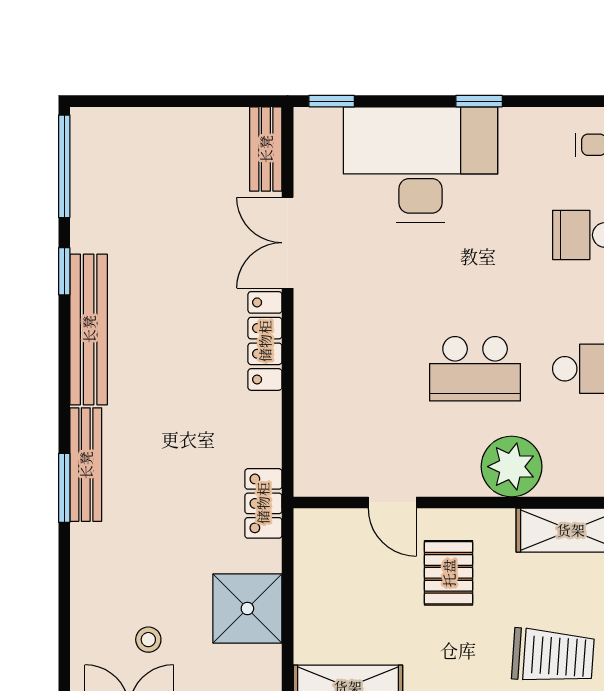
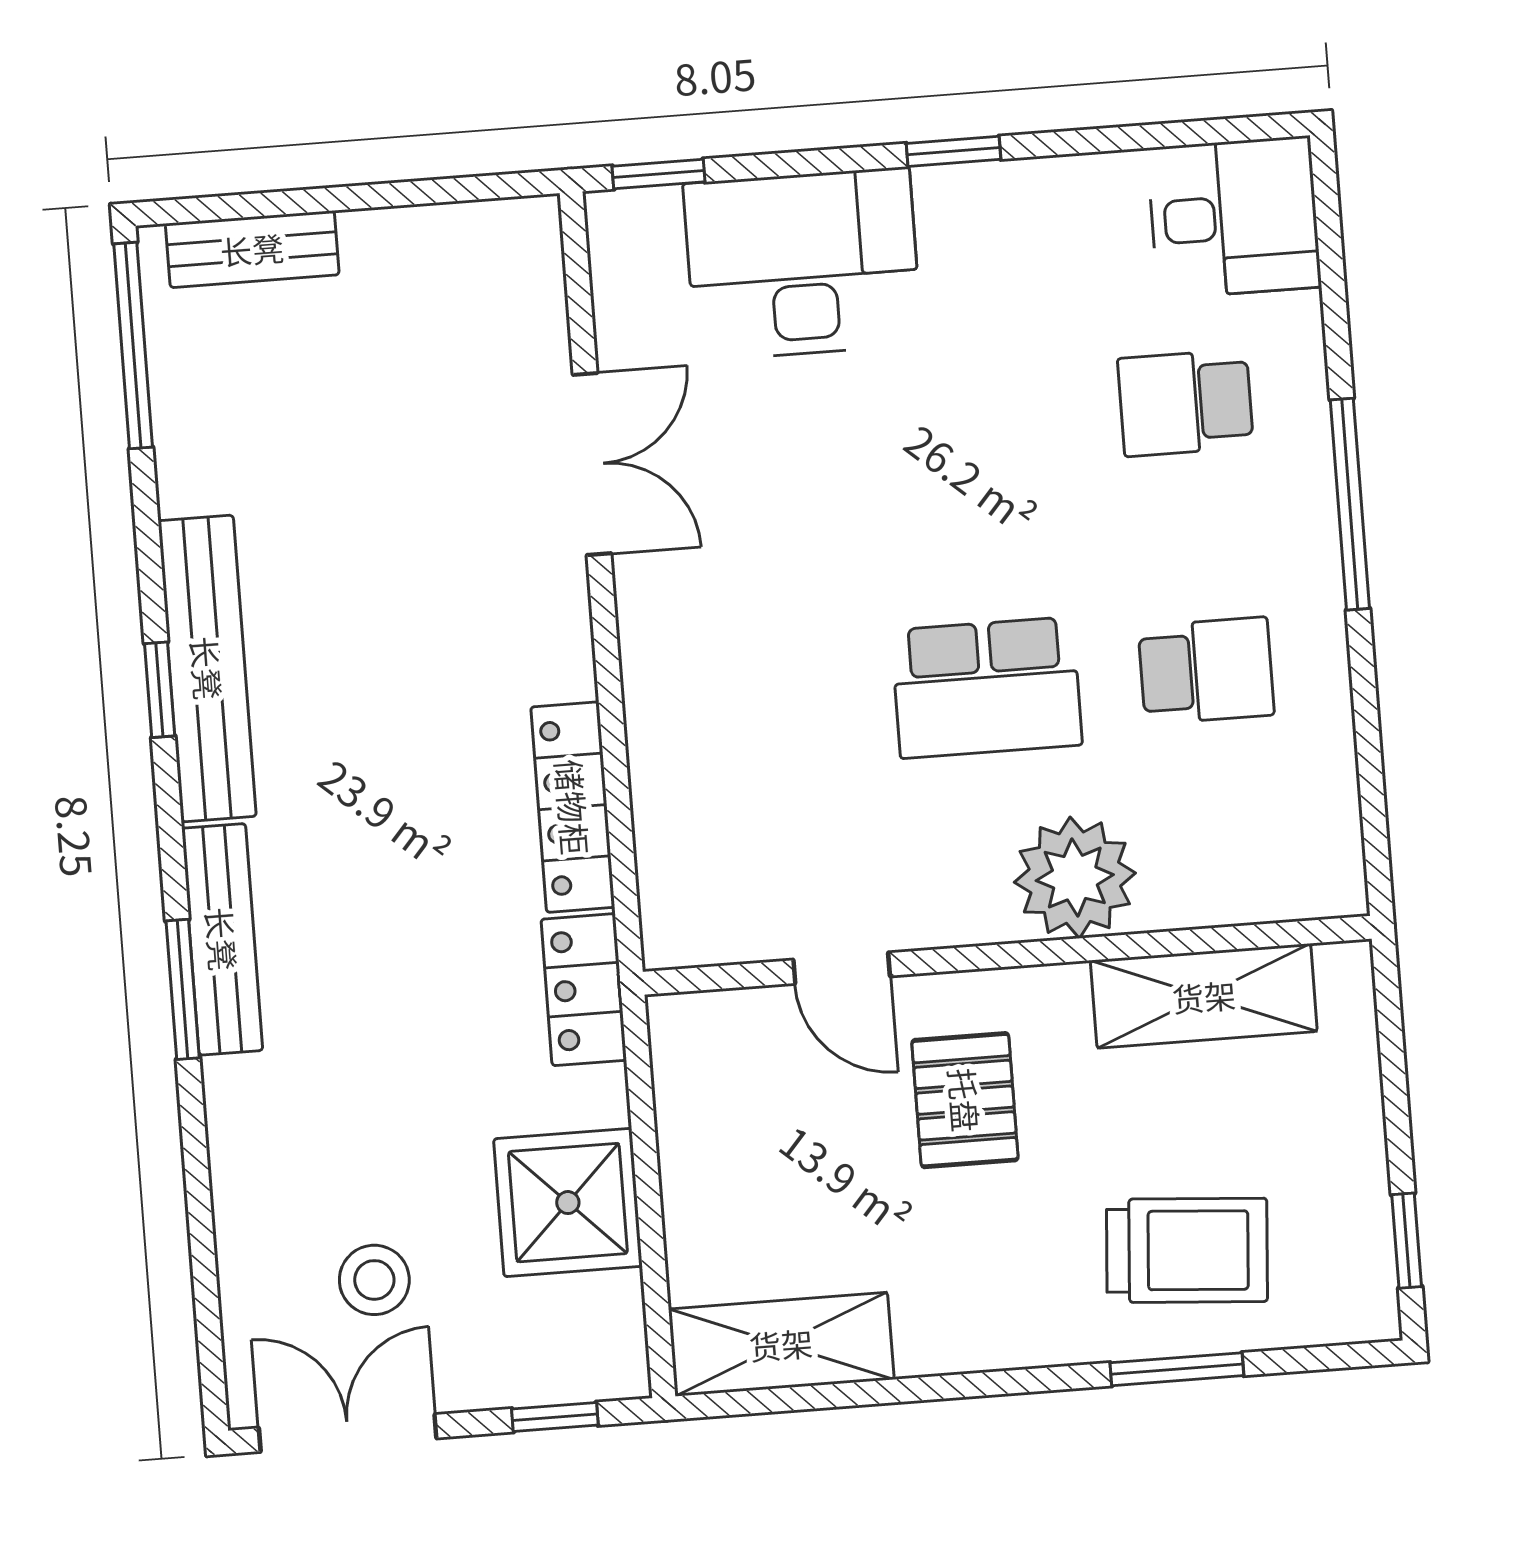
bench: (266, 149) -> (252, 249), moved, turned 90
desk: (420, 165) -> (803, 264), width x0.73, depth x0.77
double door: (288, 243) -> (592, 464), swing flipped
window: (64, 271) -> (160, 690), moved
locker: (265, 341) -> (573, 807), moved
stool: (148, 640) -> (374, 1280), width x1.37, depth x1.37

